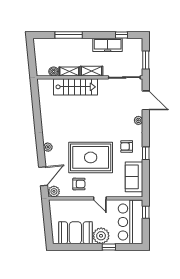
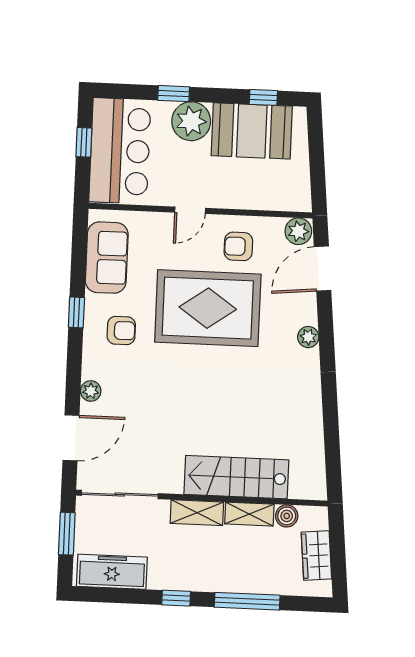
window: (121, 35) -> (176, 598), moved
freezer: (108, 45) -> (112, 572), moved
wardrobe: (40, 55) -> (316, 556), added
door: (146, 100) -> (71, 438), swing flipped
door: (100, 198) -> (190, 210), swing flipped
window: (146, 212) -> (84, 142), moved
window: (71, 247) -> (263, 97), added

